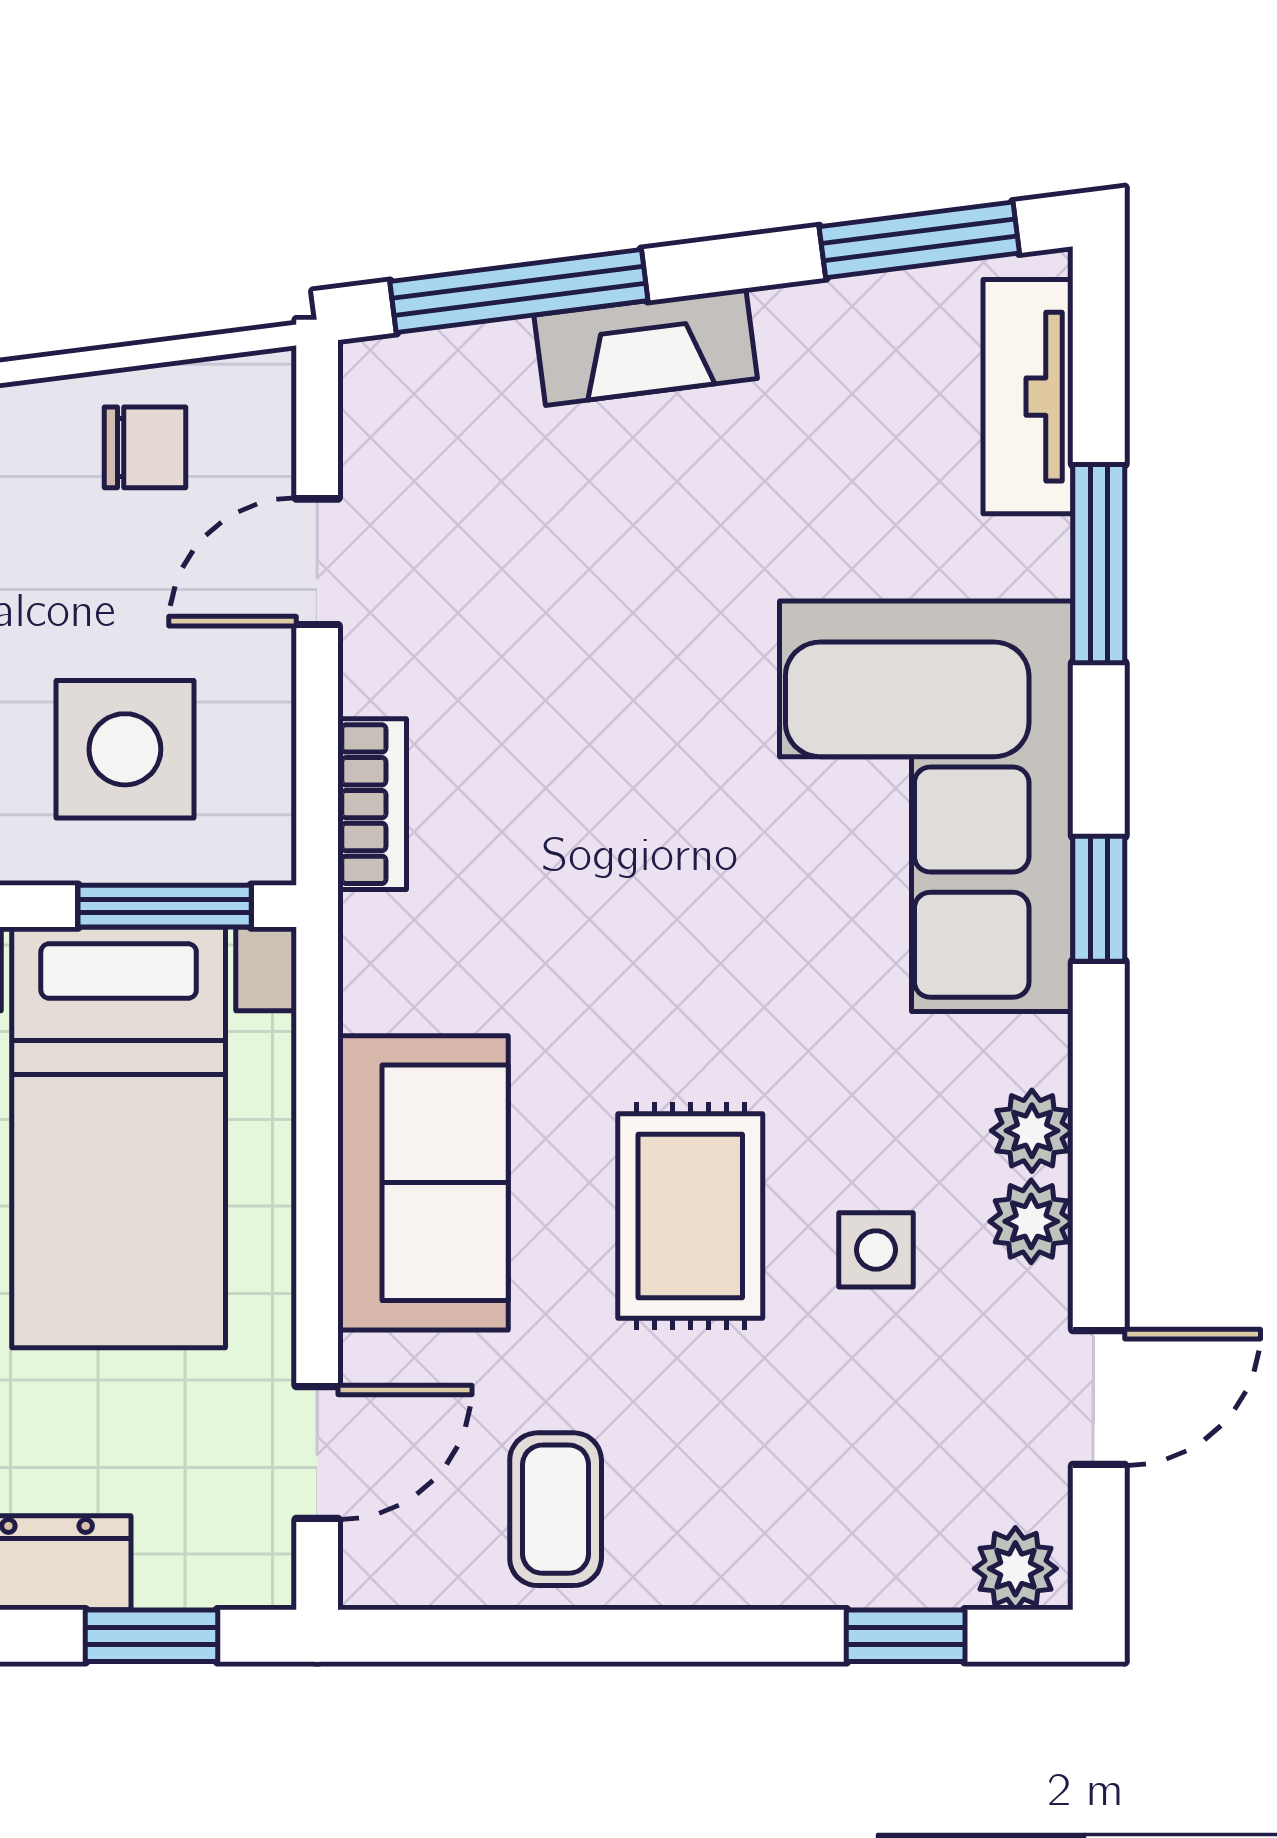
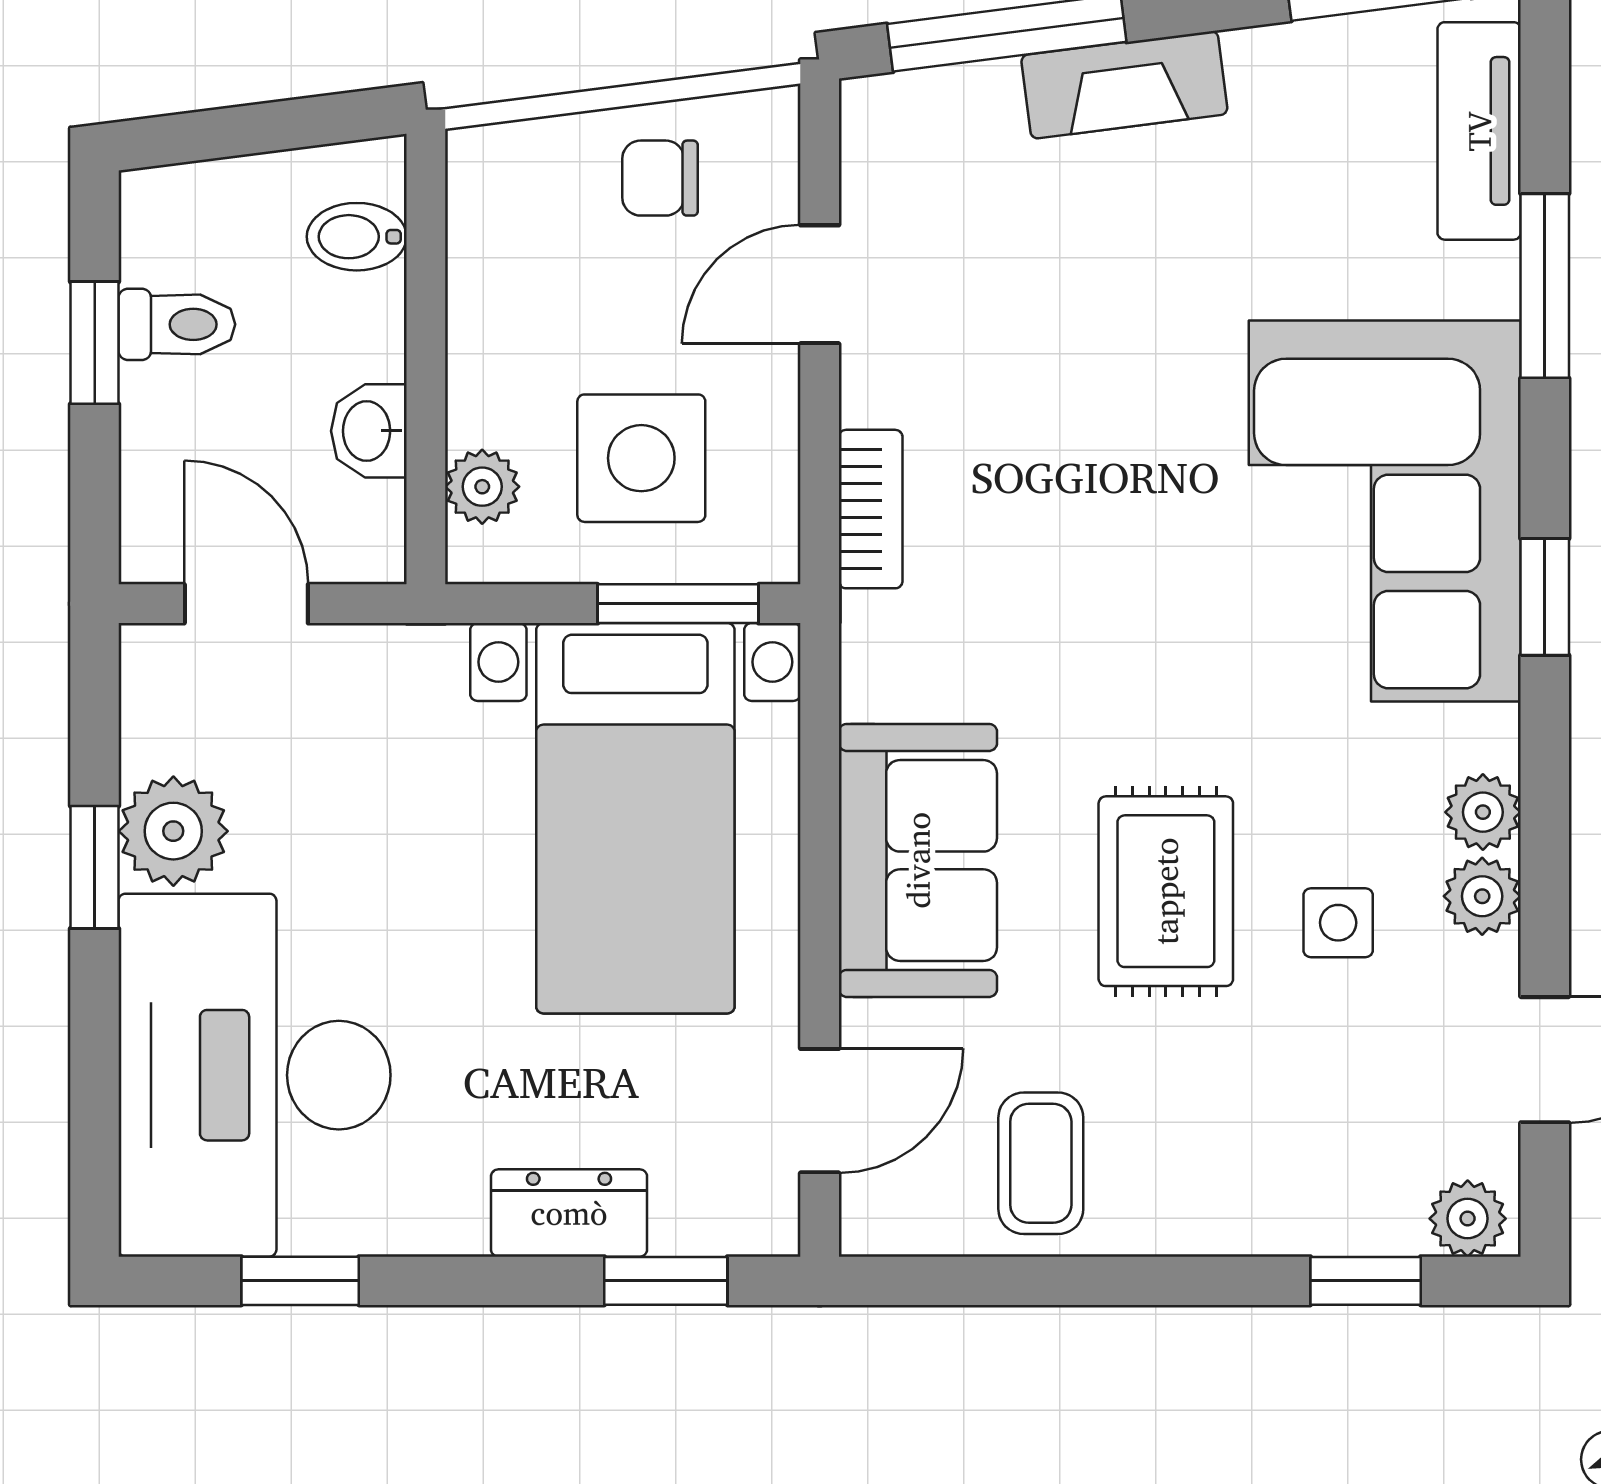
chair: (145, 447) -> (660, 178), turned 180

